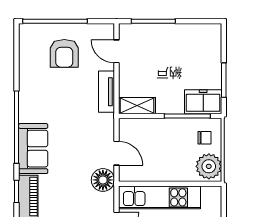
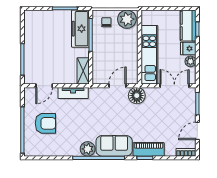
freezer: (203, 102) -> (80, 29), width x1.40
plant: (29, 112) -> (88, 149), added

